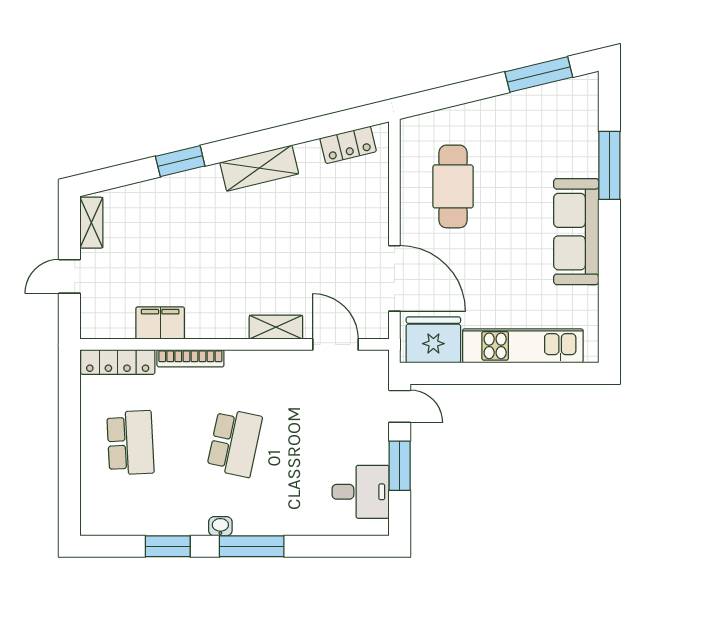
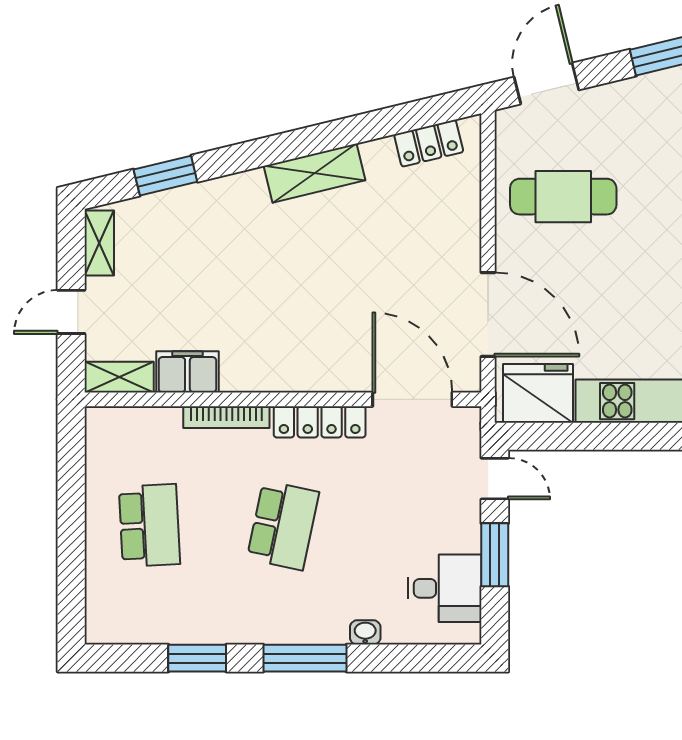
door: (440, 98) -> (547, 84), added
window: (180, 161) -> (165, 176), moved
cafe table: (453, 186) -> (563, 197), turned 90
shelving: (276, 327) -> (119, 377), moved
door: (335, 344) -> (412, 399), width x1.36
locker: (118, 362) -> (320, 422), moved
washbasin: (220, 526) -> (365, 632), moved

